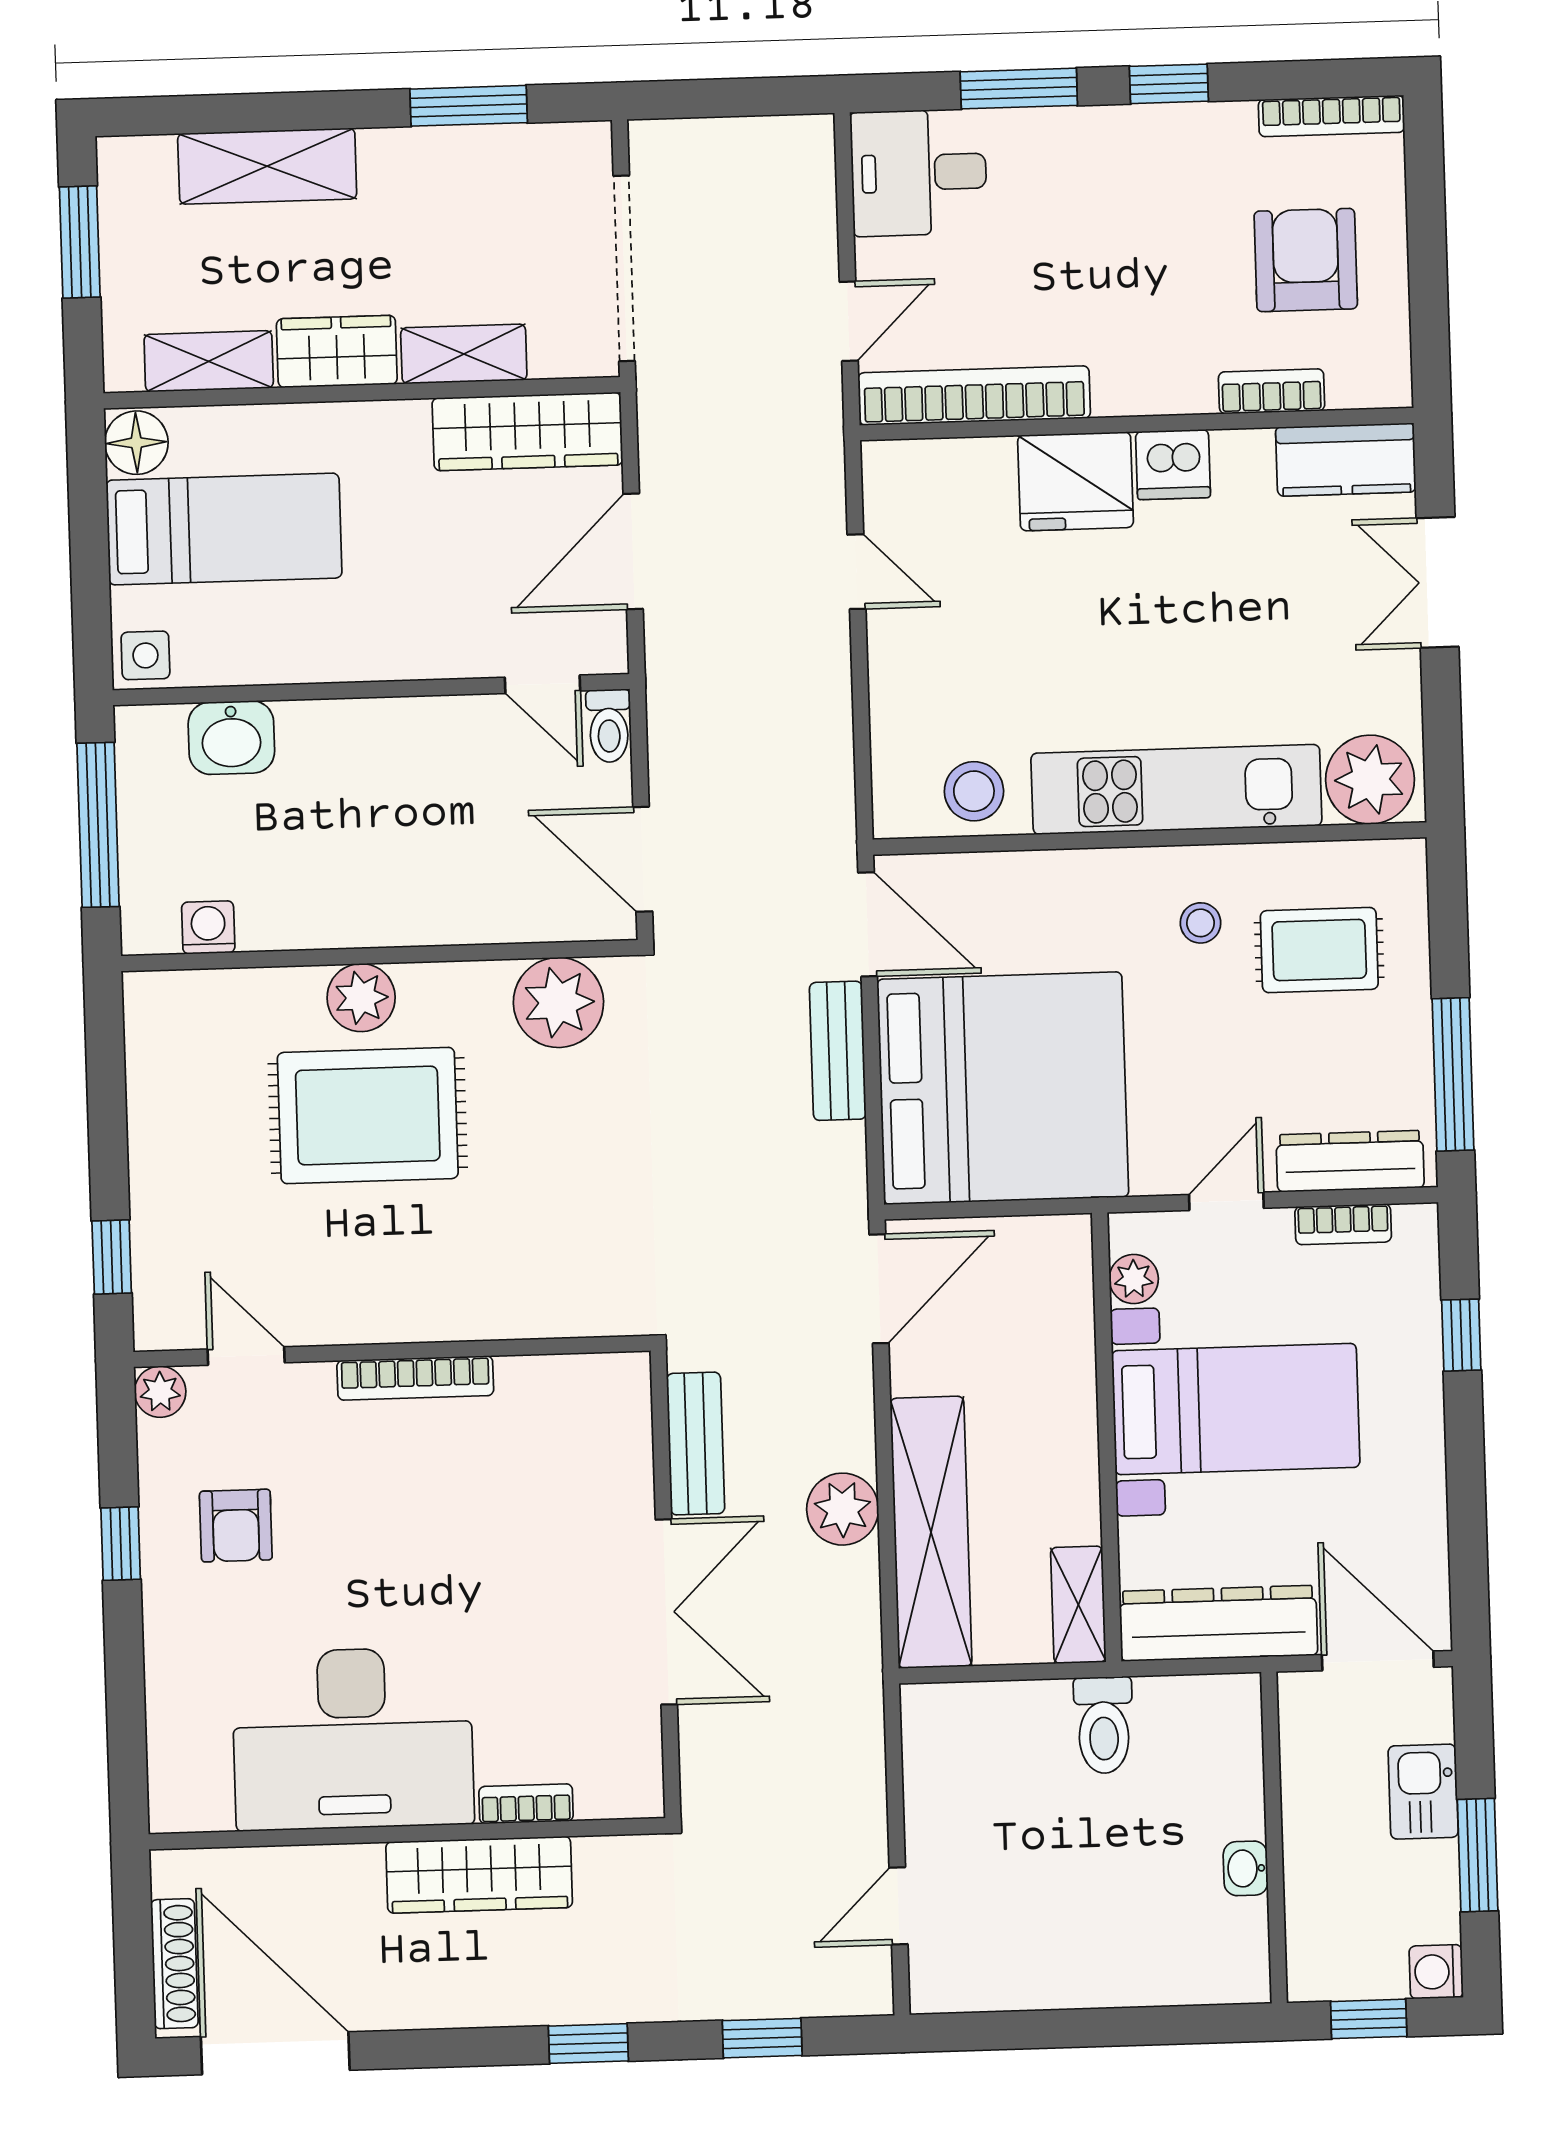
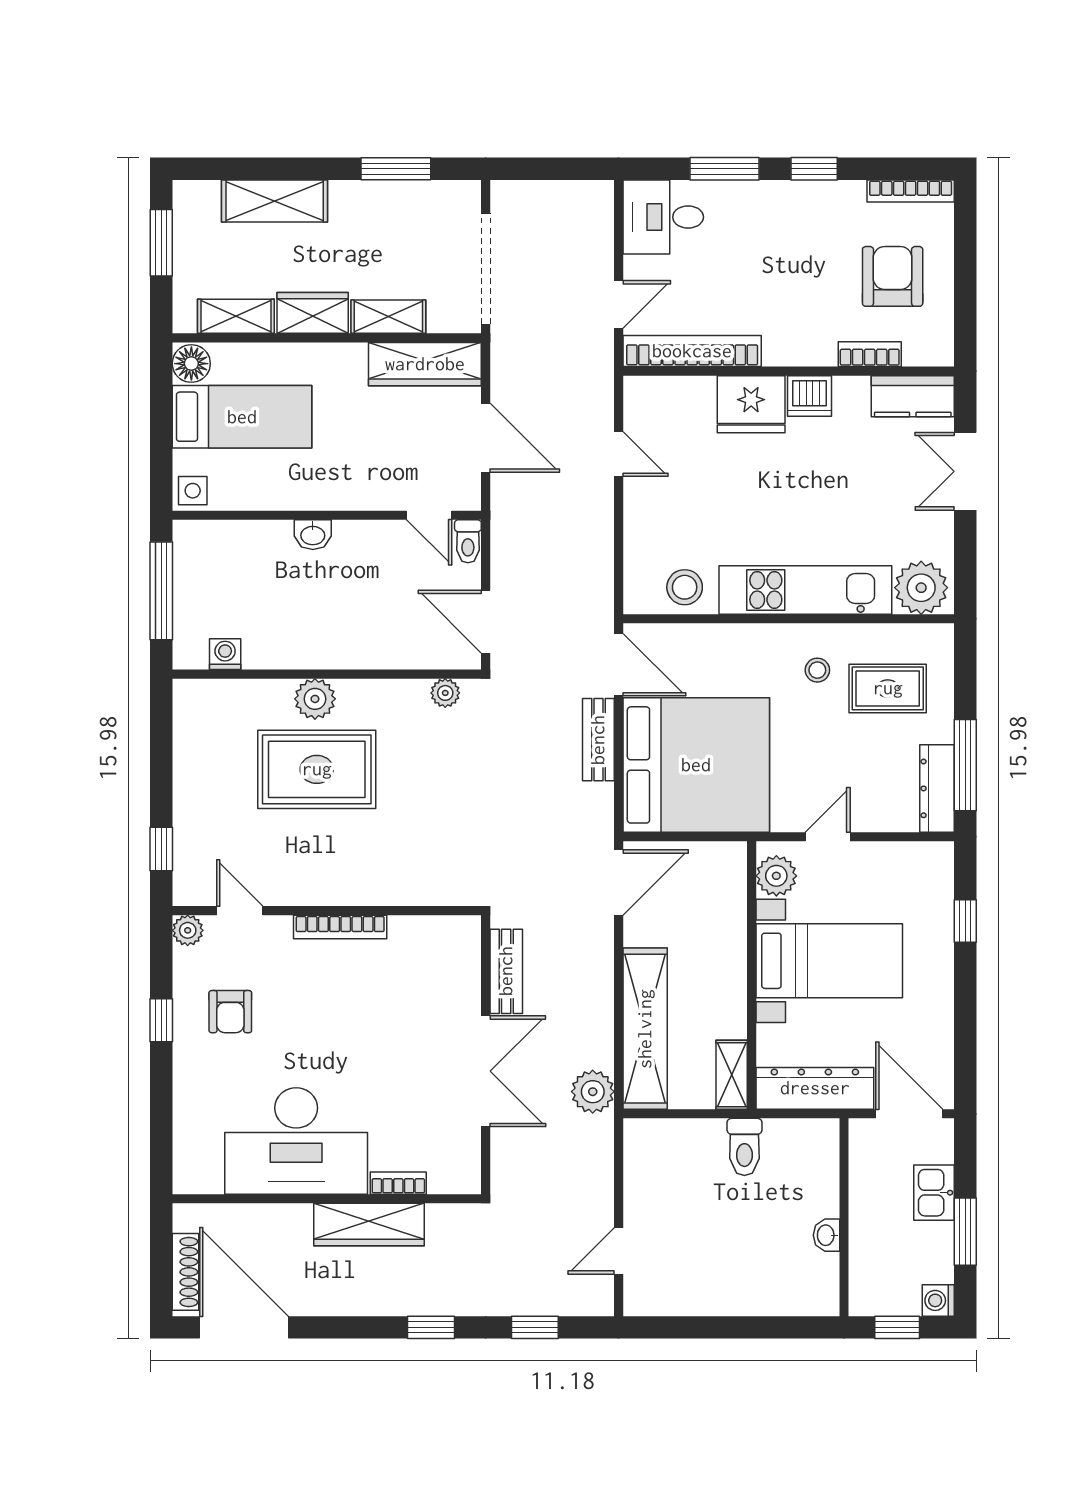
door: (633, 551) -> (486, 438), swing flipped
washbasin: (231, 738) -> (313, 535), moved, width x0.72, depth x0.69
plant: (558, 1002) -> (445, 693), width x0.53, depth x0.53
dresser: (1350, 1161) -> (937, 788), moved, turned -90
bookcase: (1343, 1224) -> (897, 853), removed
plant: (1134, 1279) -> (776, 876), width x1.38, depth x1.38
plant: (843, 1509) -> (593, 1092), moved

